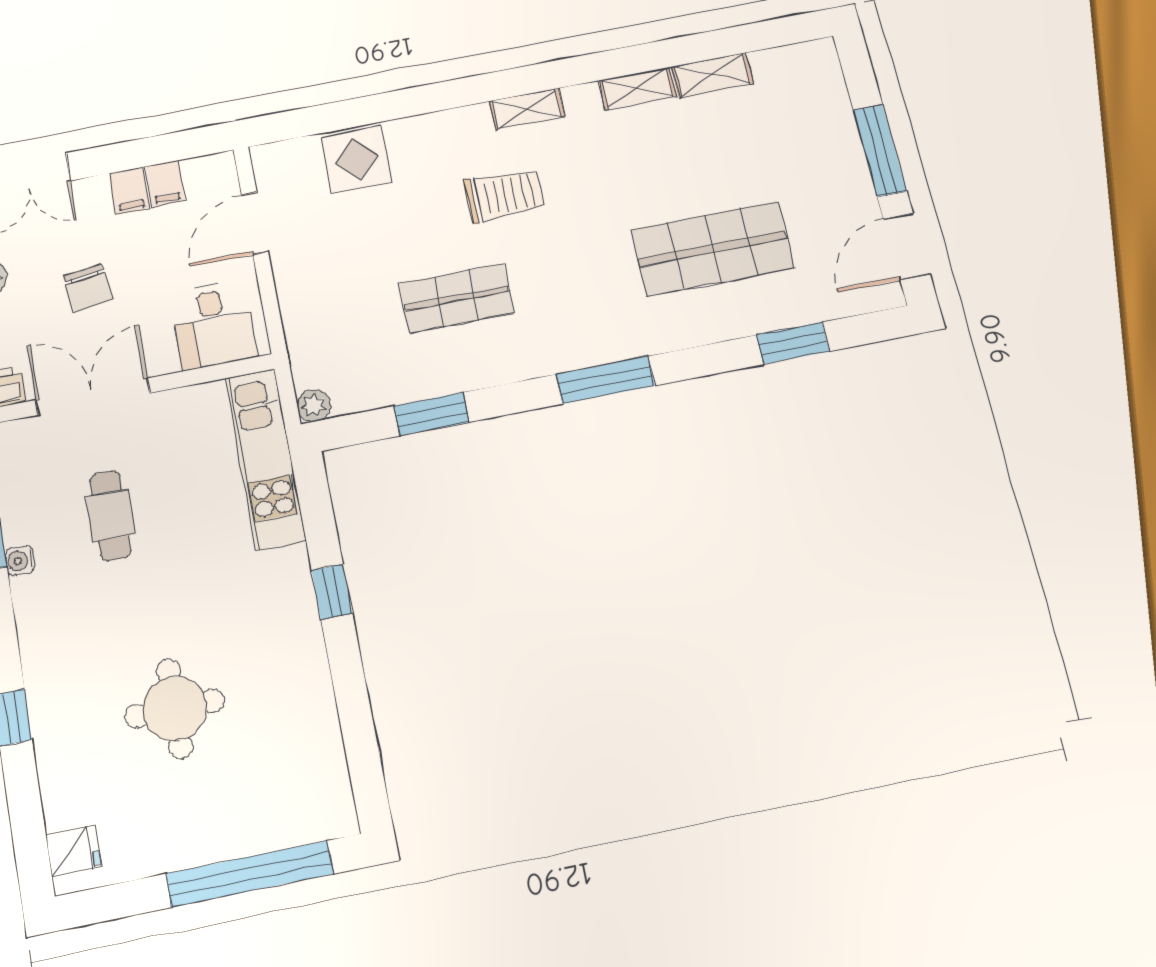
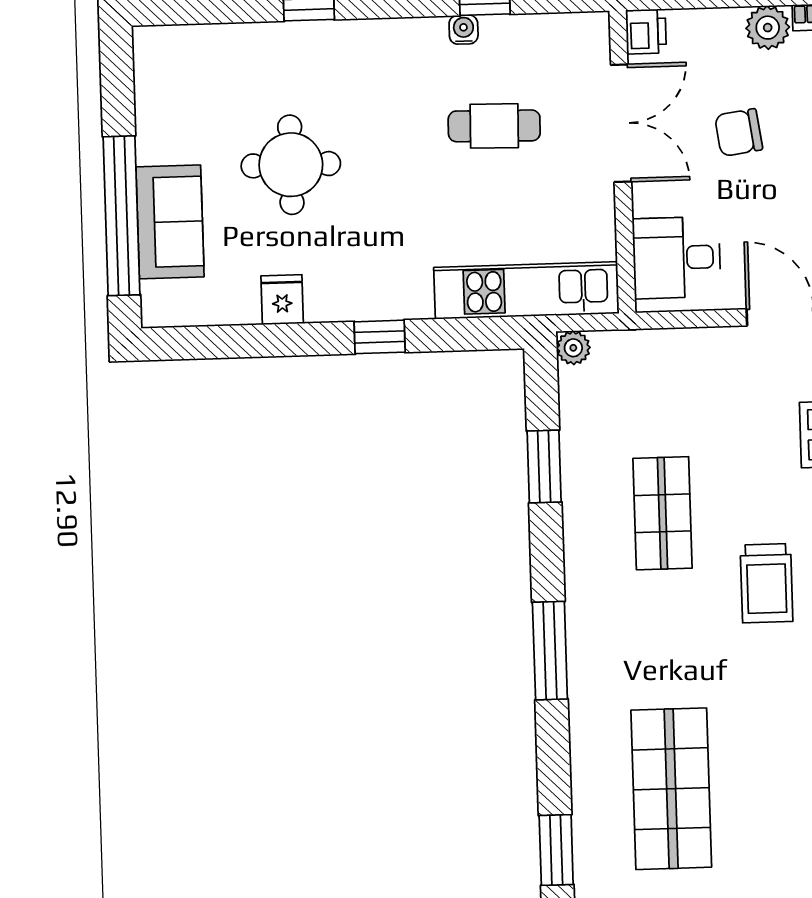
sofa: (249, 822) -> (170, 222), added
fridge: (74, 851) -> (282, 300), moved, turned 180

